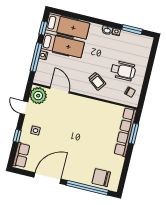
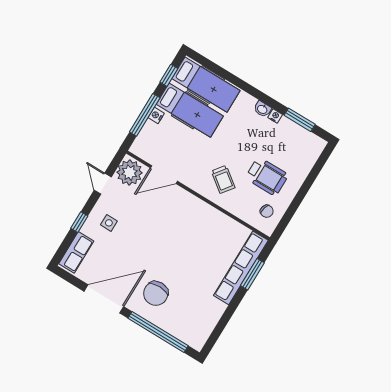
door: (60, 90) -> (164, 175), swing flipped
chair: (101, 178) -> (156, 293), moved, turned -90

